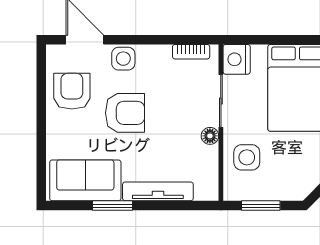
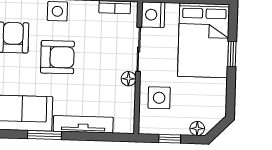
floor lamp: (293, 192) -> (197, 129), added
window: (261, 206) -> (170, 139), width x0.67

